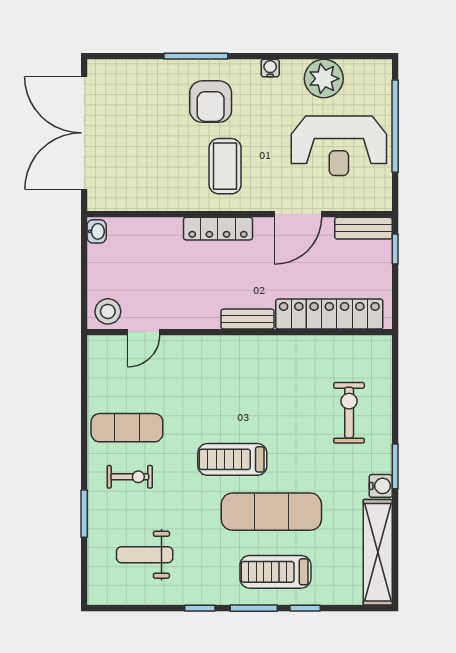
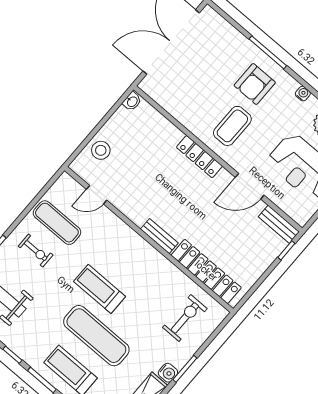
locker: (329, 314) -> (206, 271), moved
bench: (248, 319) -> (159, 236), moved
door: (144, 332) -> (97, 195), moved
wall: (240, 332) -> (149, 239), moved

